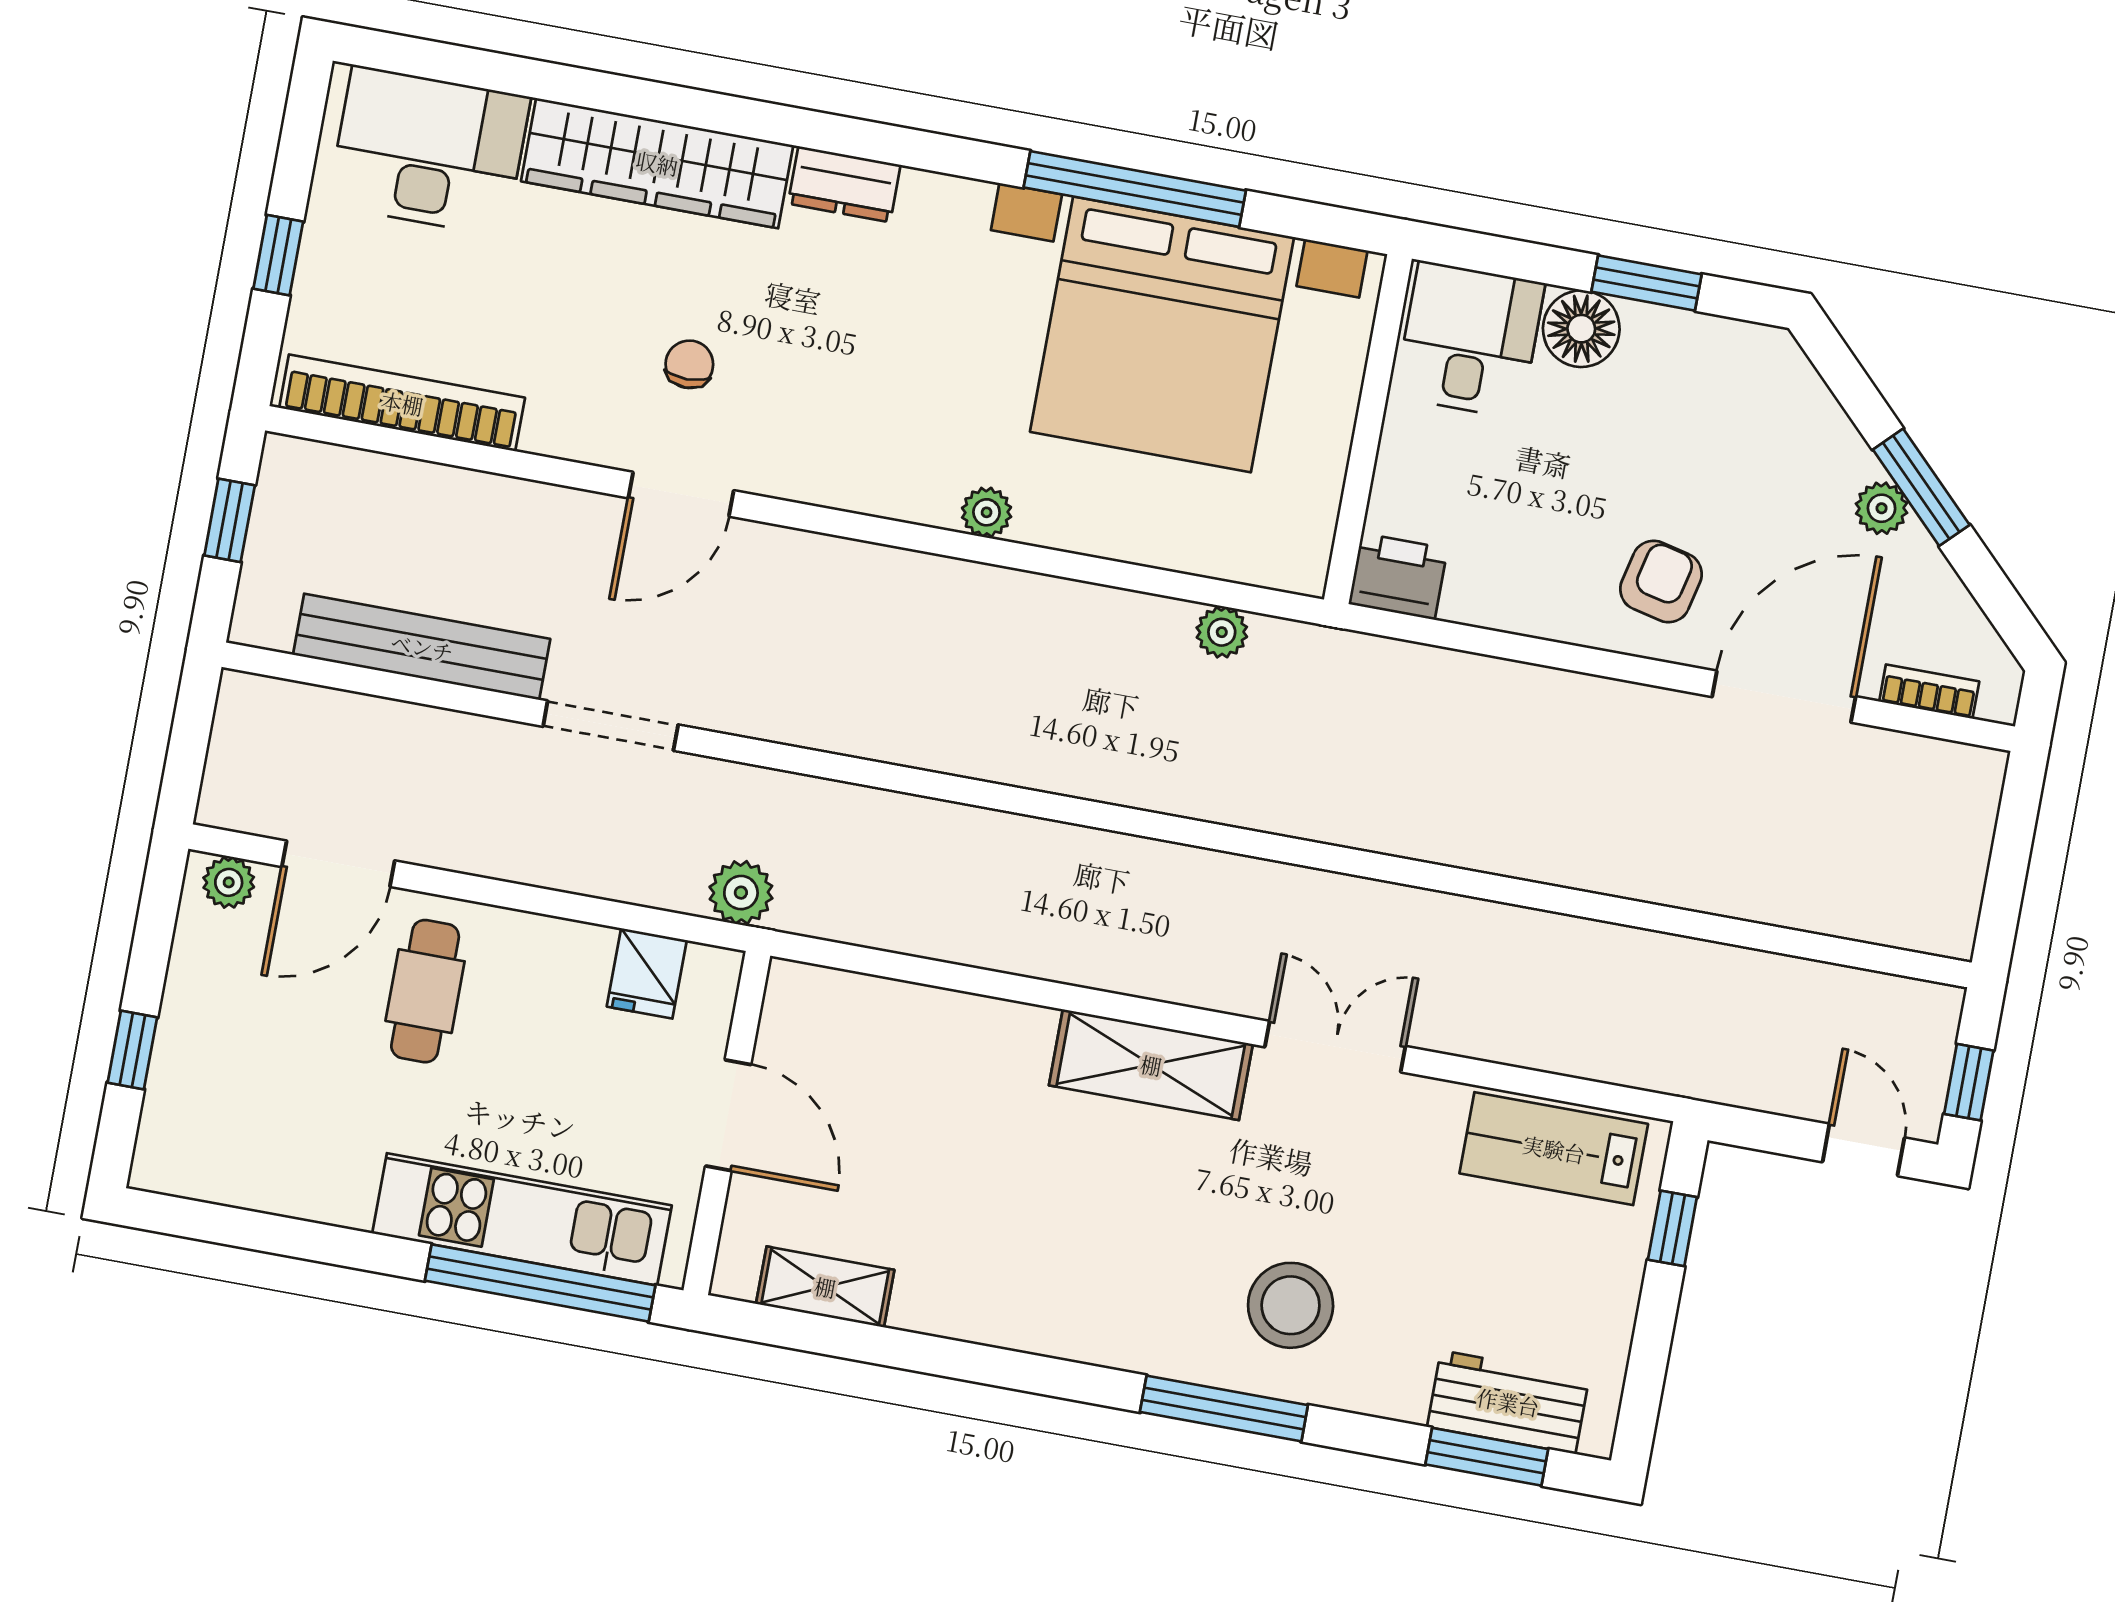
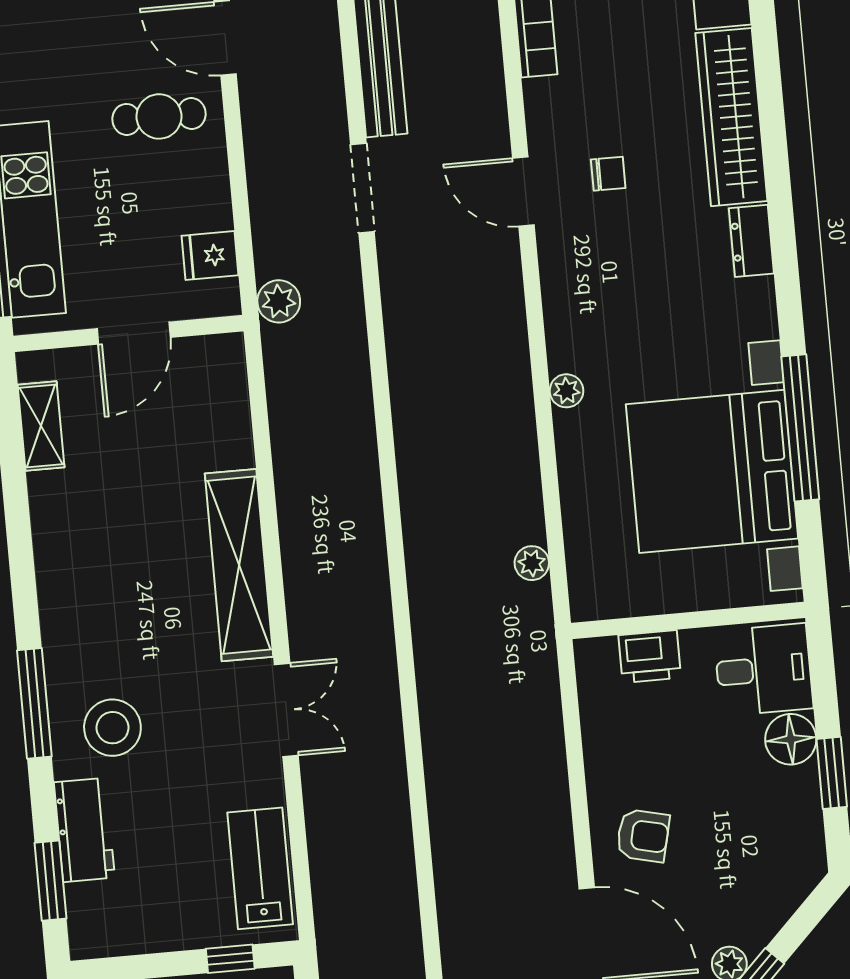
printer: (1398, 576) -> (650, 656), moved, turned 90
shelving: (1151, 1065) -> (239, 565), width x1.47
workbench: (1508, 1402) -> (84, 830), moved

